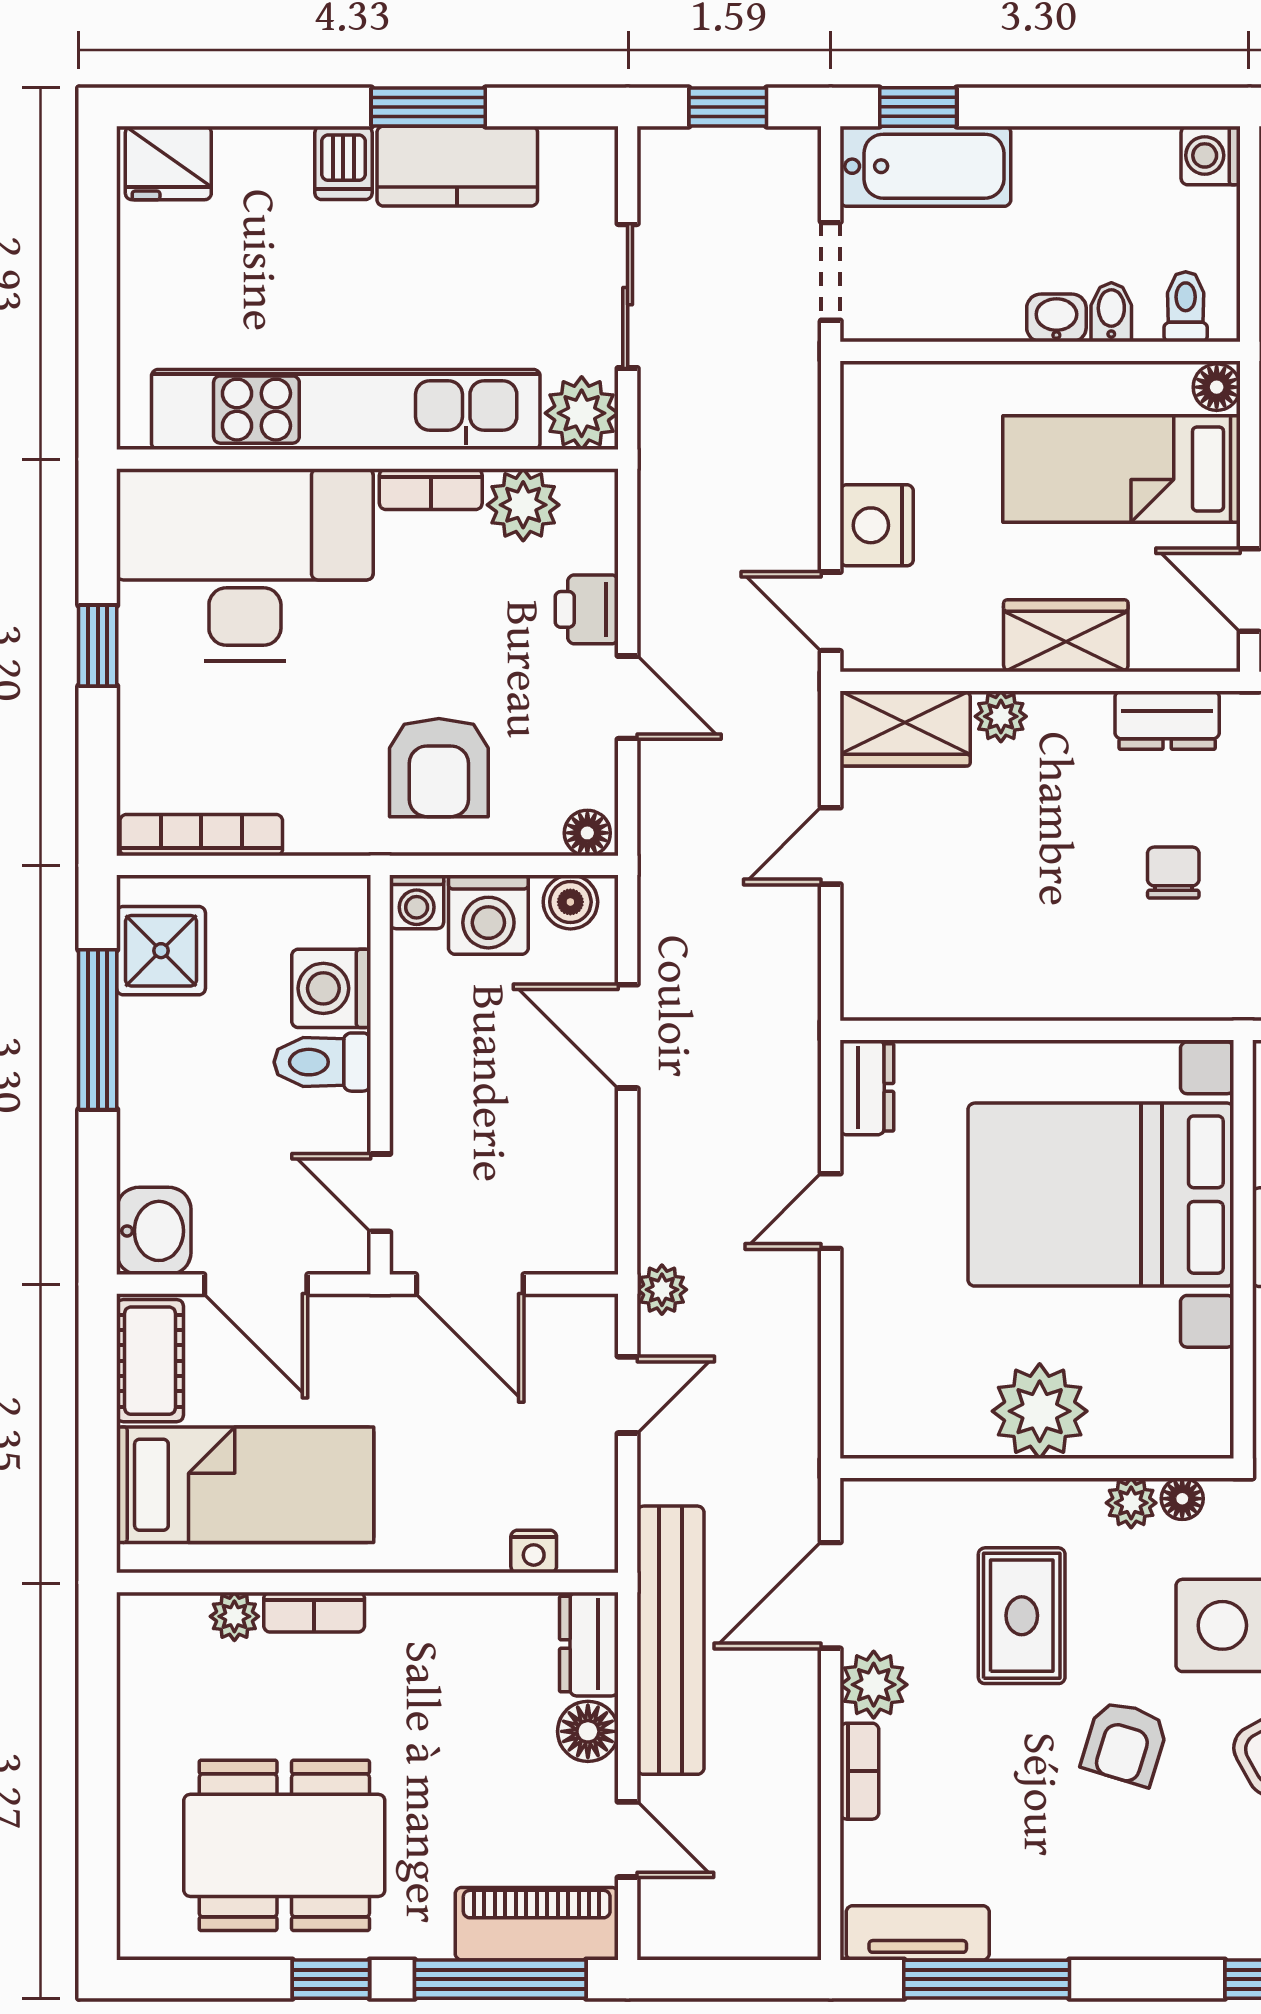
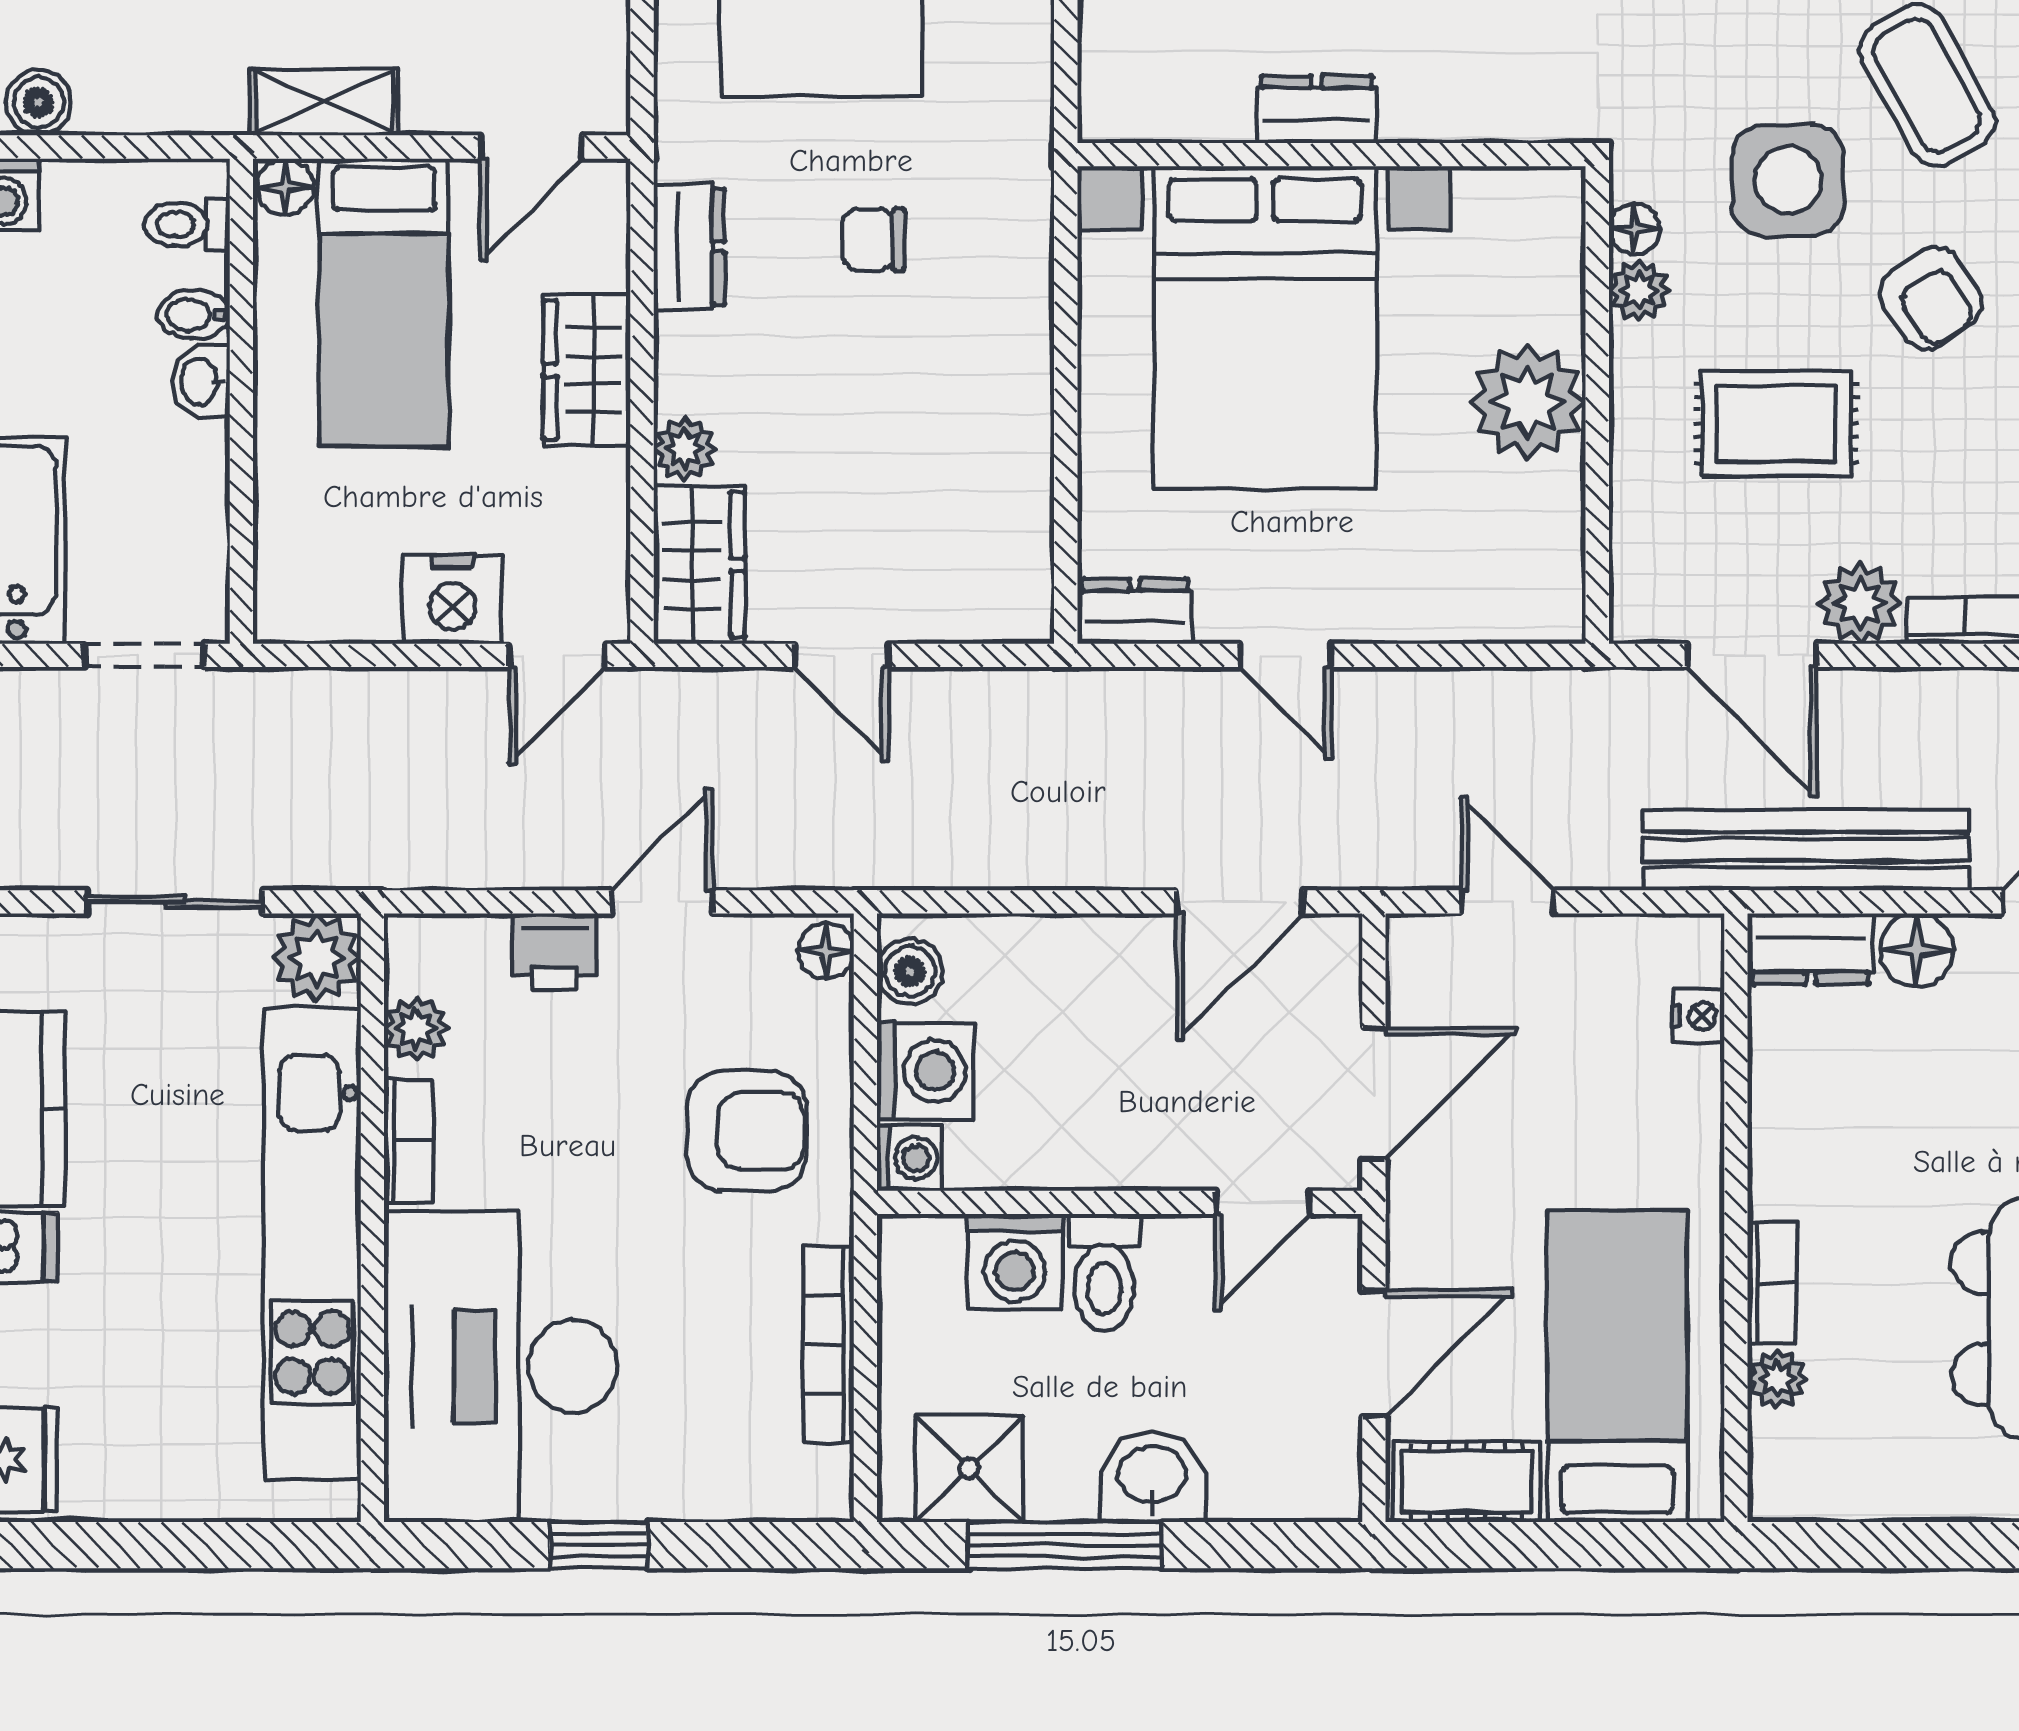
plant: (523, 505) -> (416, 1029), width x0.73, depth x0.73
bookcase: (201, 835) -> (829, 1344), moved
door: (628, 1036) -> (1240, 902), moved
washbasin: (154, 1231) -> (1152, 1477), moved
plant: (662, 1290) -> (1380, 860), removed
armchair: (1125, 1743) -> (1931, 298), turned 39

